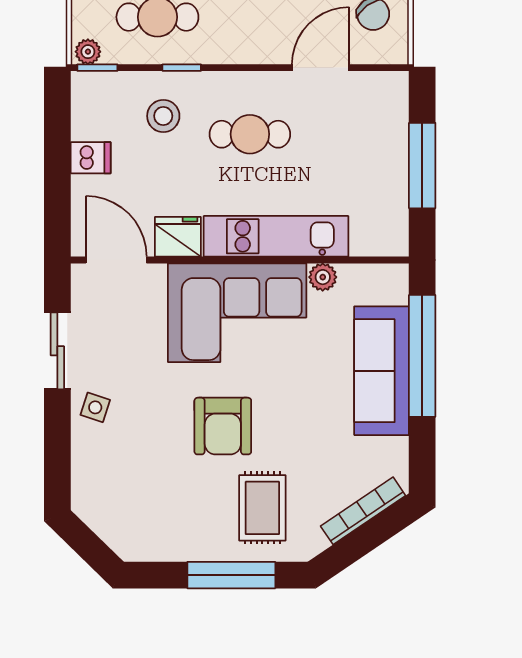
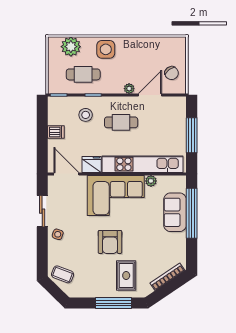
plant: (88, 52) -> (129, 89), moved
kitchen unit: (276, 236) -> (143, 164), width x1.36
sofa: (382, 371) -> (175, 212), width x0.73
coffee table: (107, 505) -> (63, 274), added

